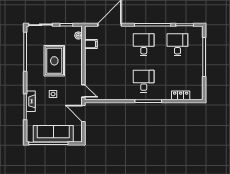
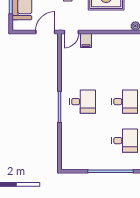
filing cabinet: (91, 44) -> (86, 41), moved
locker: (181, 95) -> (66, 144), removed

